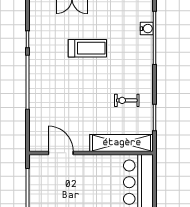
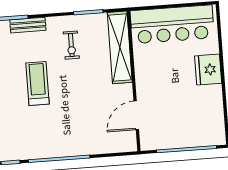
treadmill: (87, 48) -> (37, 84), moved
bench: (147, 64) -> (28, 25), added

